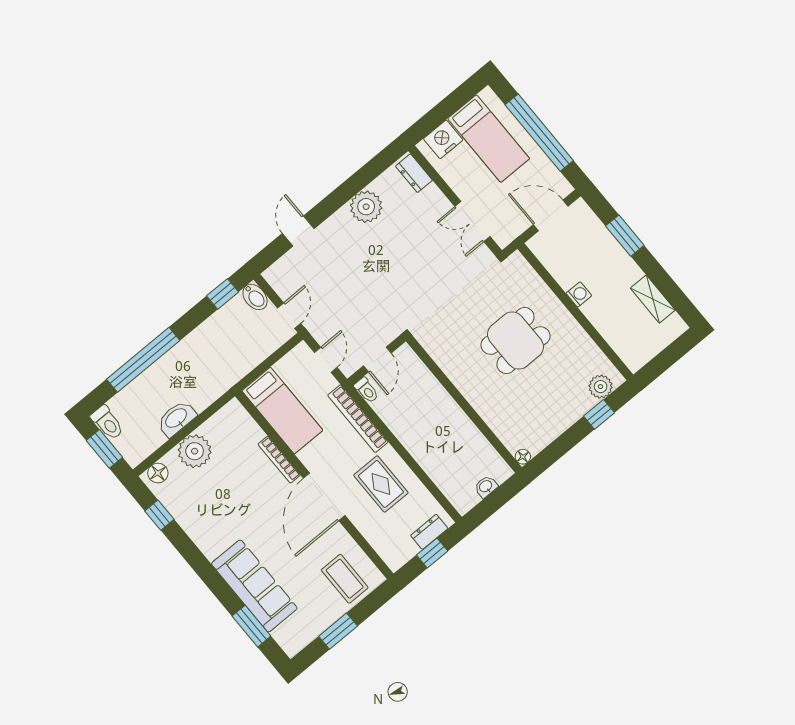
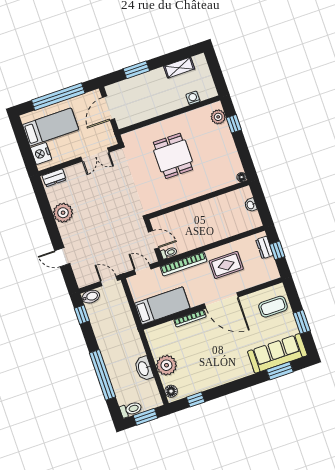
washing machine: (579, 294) -> (193, 98), moved
sofa: (254, 586) -> (277, 353), moved

